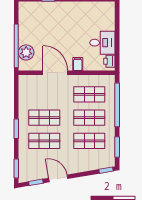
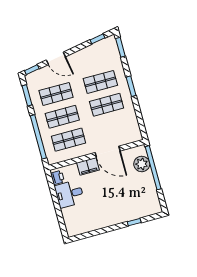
filing cabinet: (78, 64) -> (88, 166), width x2.00
door: (58, 178) -> (56, 58), moved

